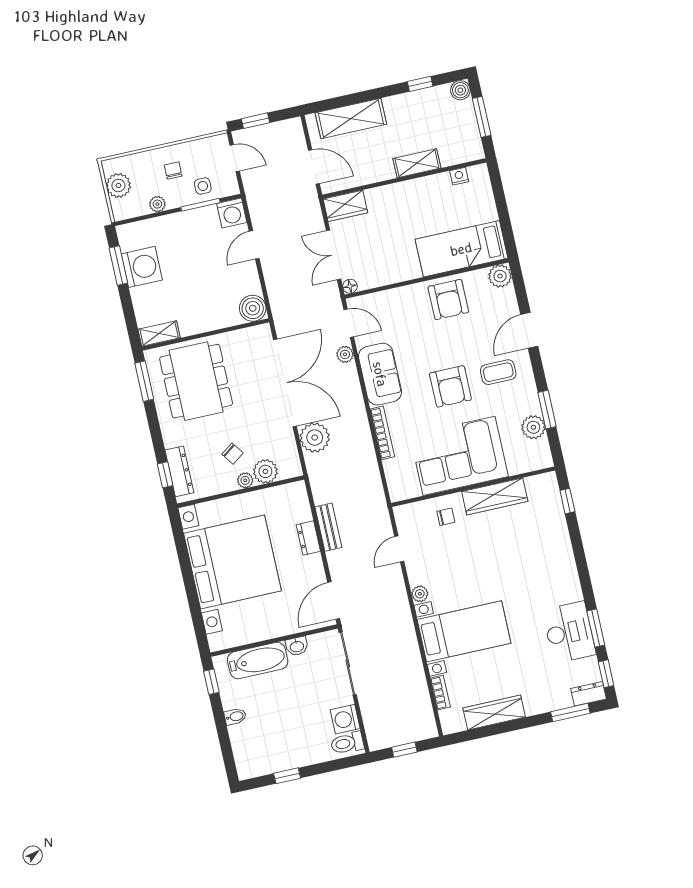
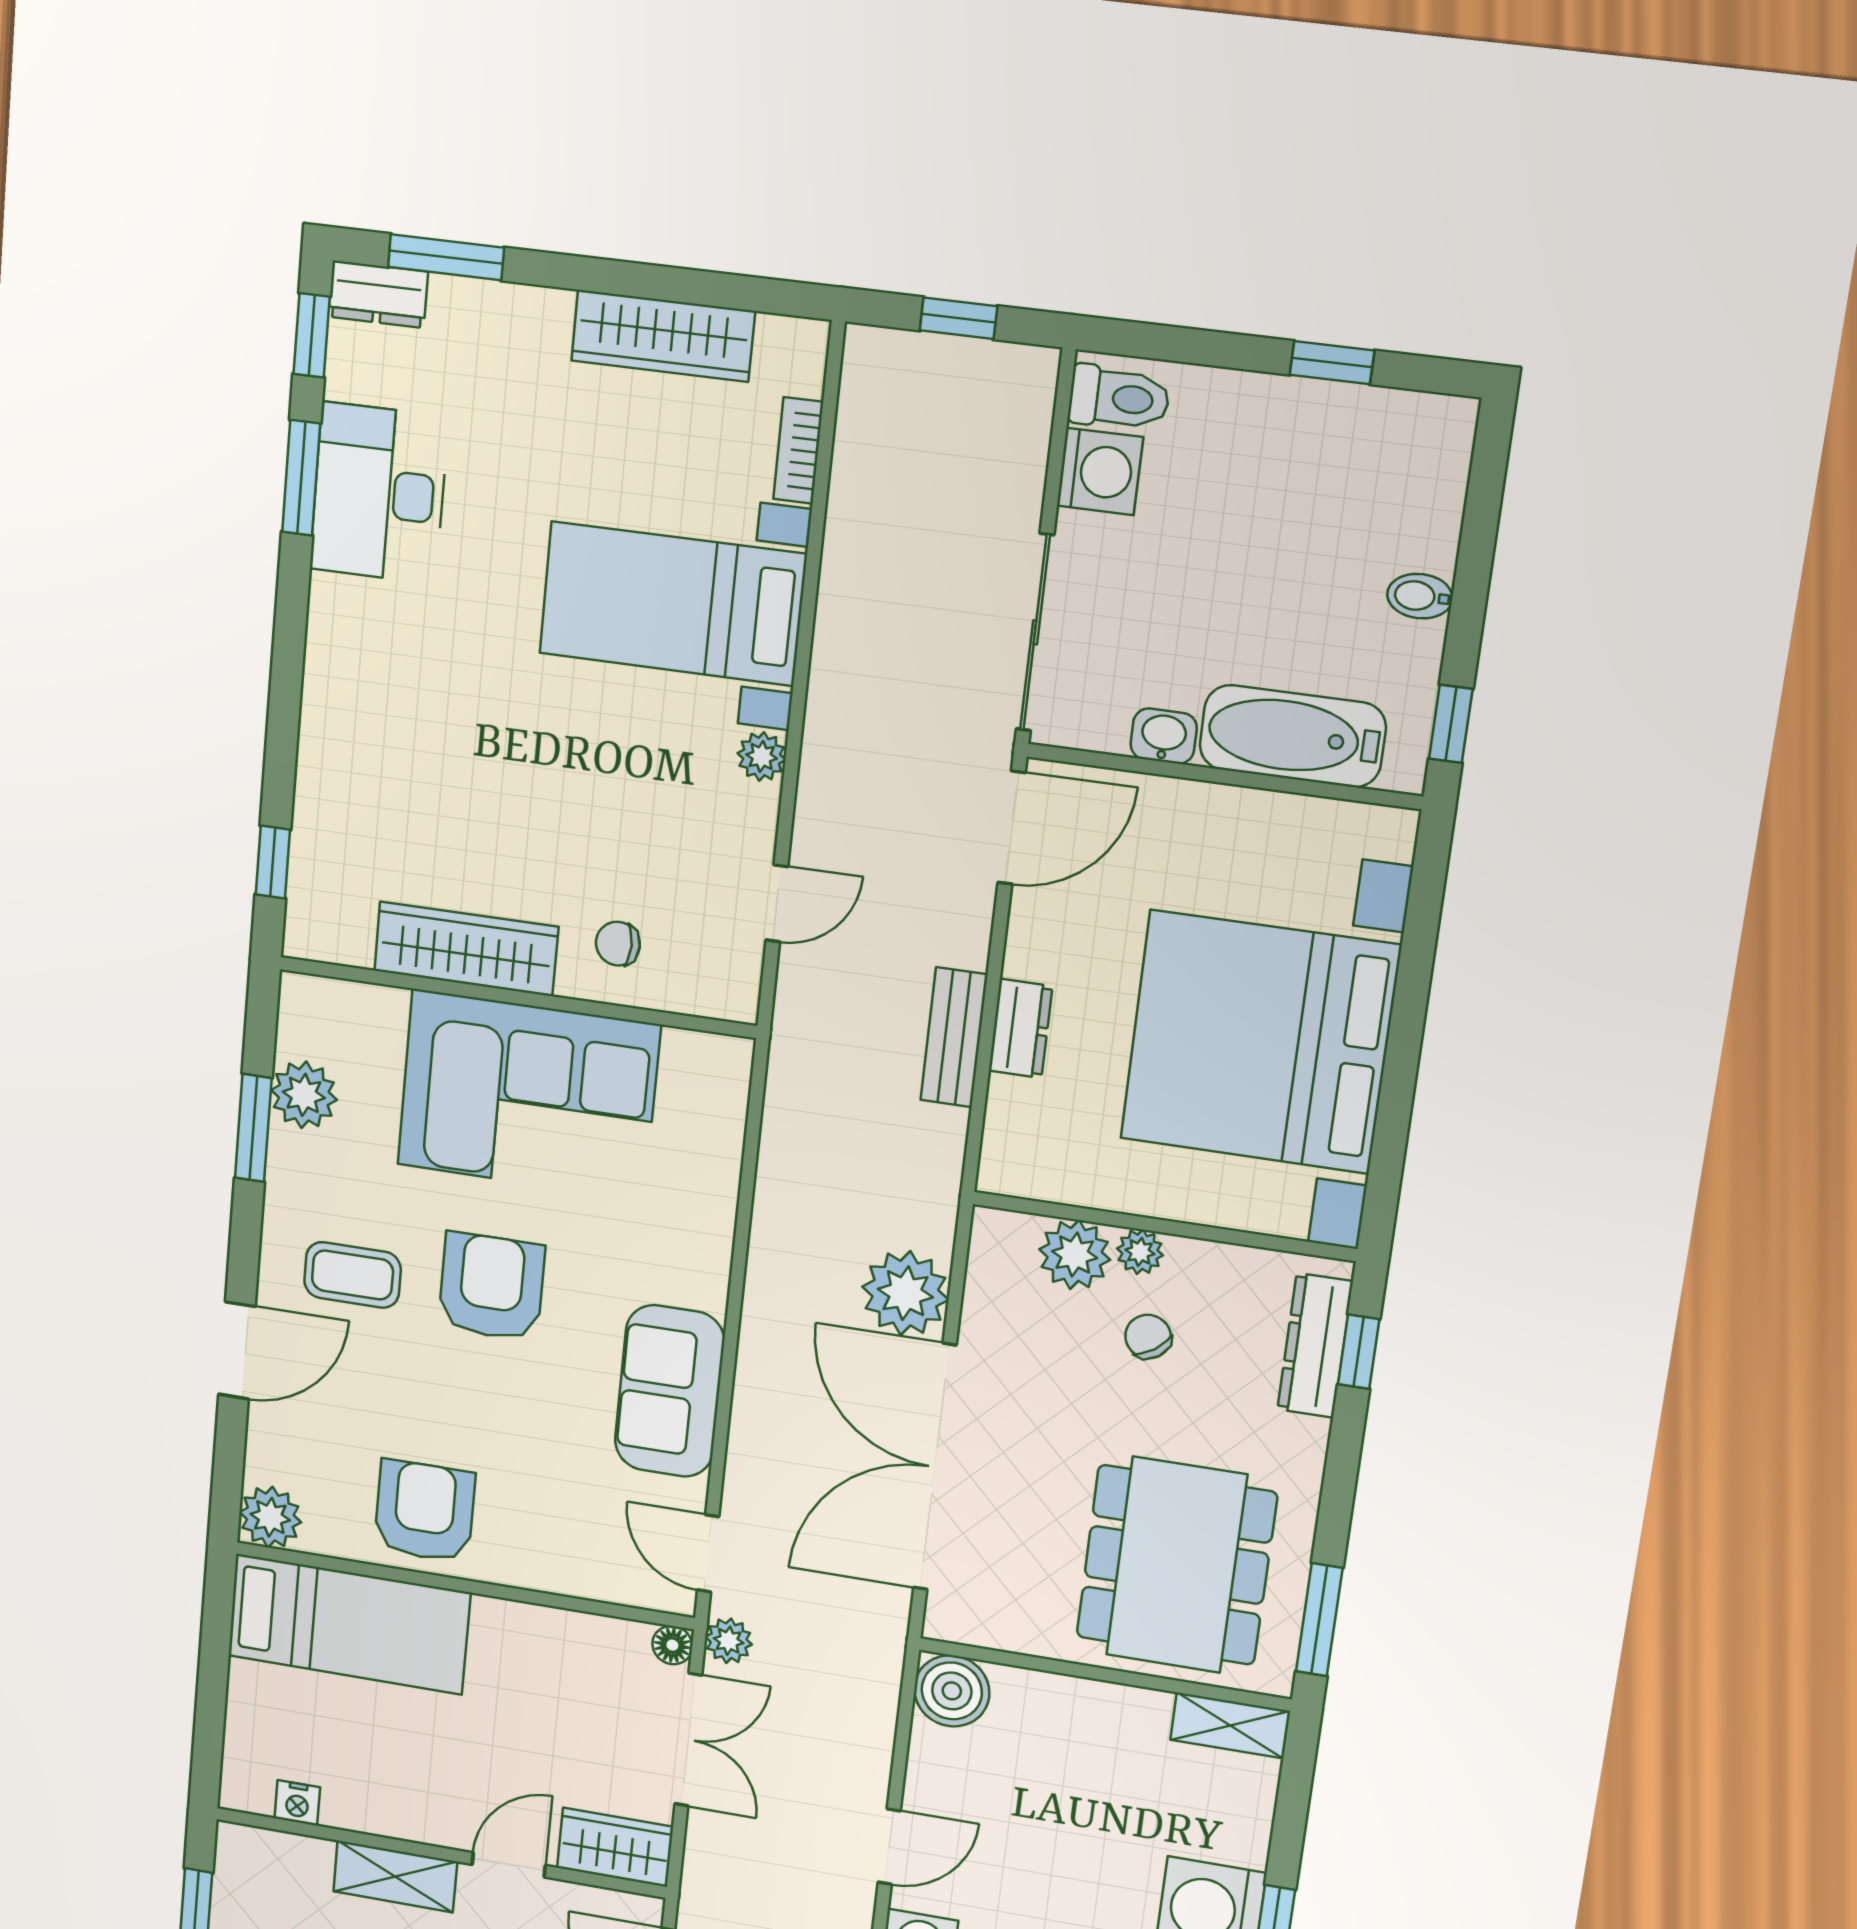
door: (379, 184) -> (509, 1865), added
plant: (345, 354) -> (729, 1641), moved
bookcase: (382, 433) -> (716, 1235), removed

